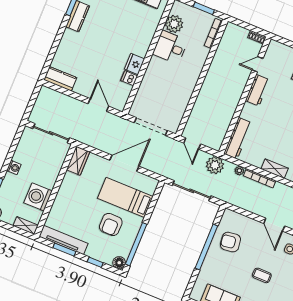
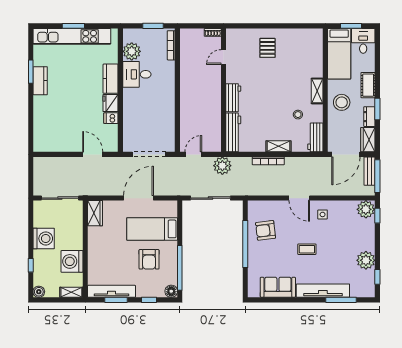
kitchen counter: (60, 79) -> (111, 79), moved, turned -90
workbench: (258, 90) -> (233, 98), moved
door: (192, 144) -> (193, 154), swing flipped
washing machine: (14, 167) -> (44, 238), width x1.89, depth x1.89
plant: (239, 171) -> (247, 161), removed

